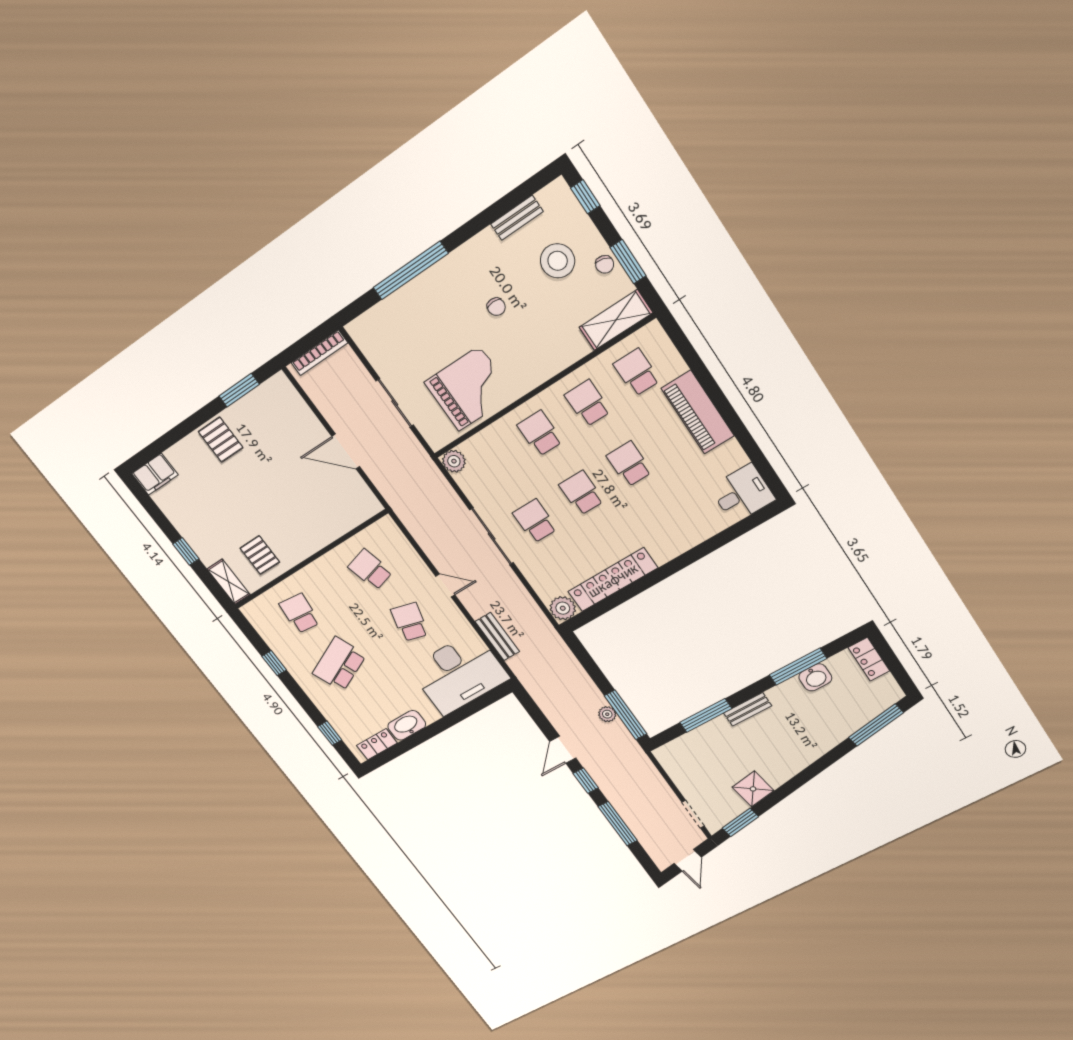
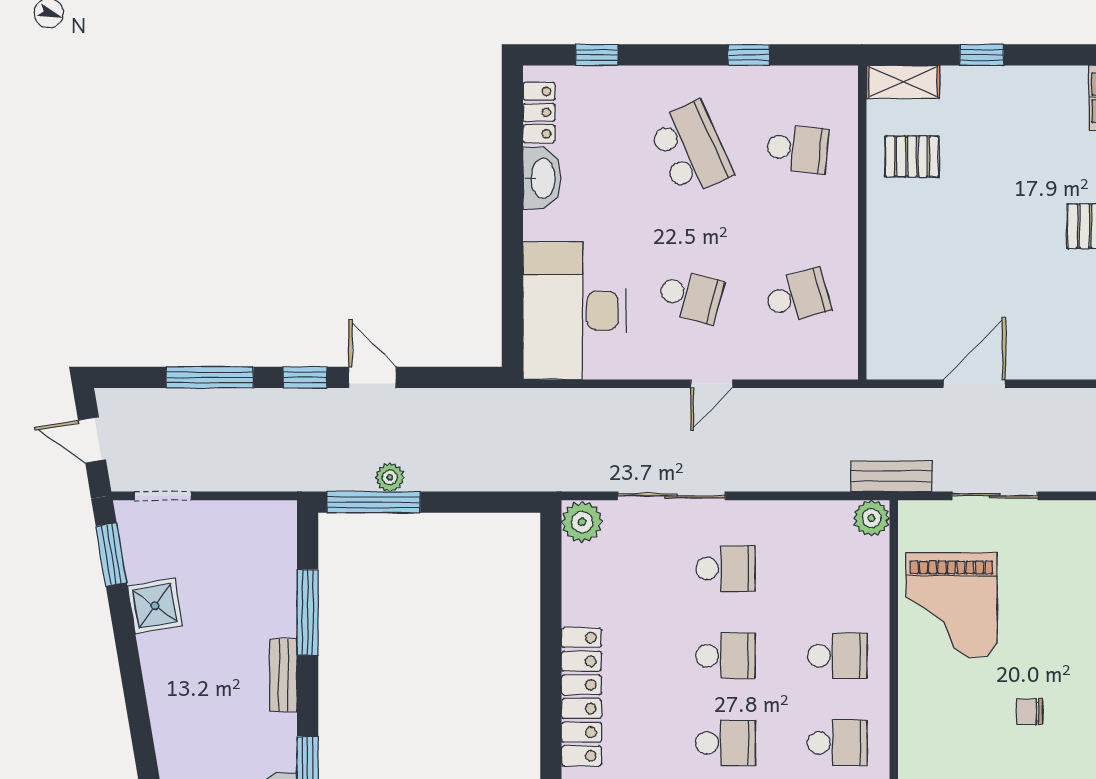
sliding door: (492, 536) -> (671, 496), moved
locker: (613, 580) -> (581, 697), moved
bench: (497, 637) -> (891, 476), moved

